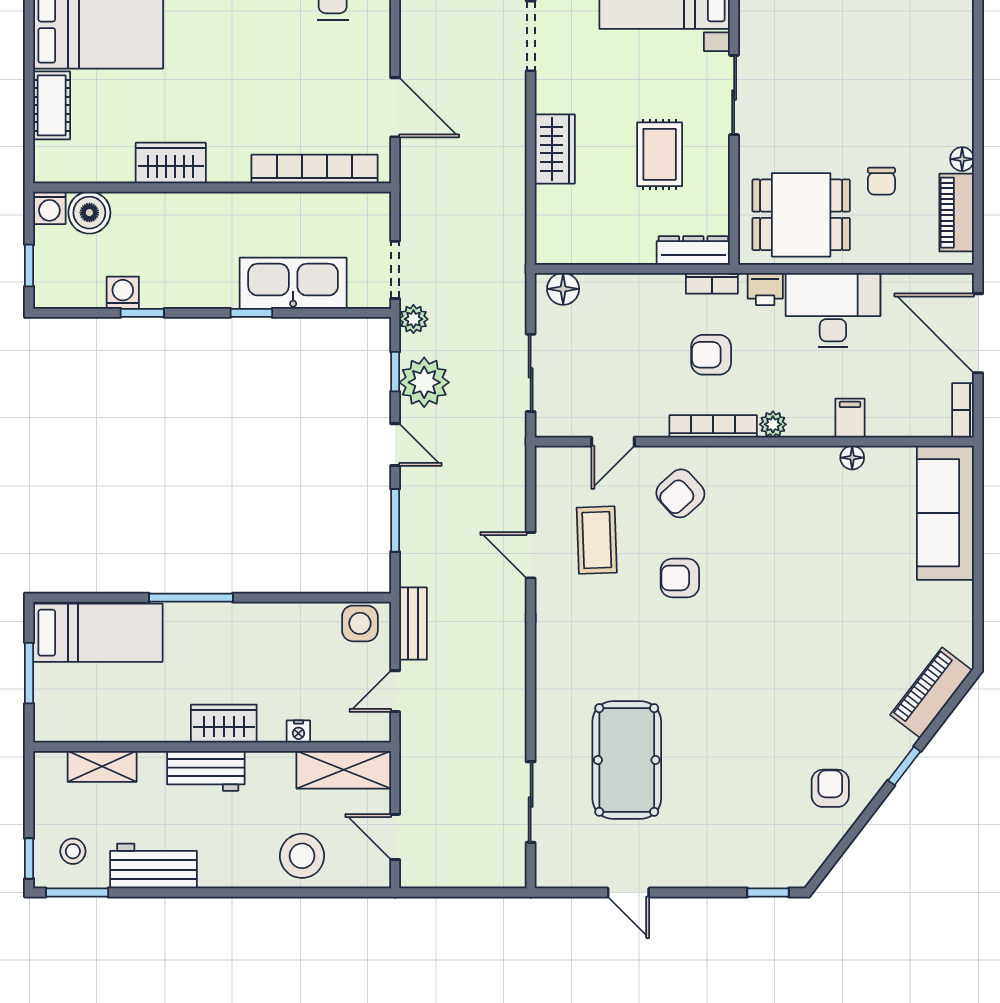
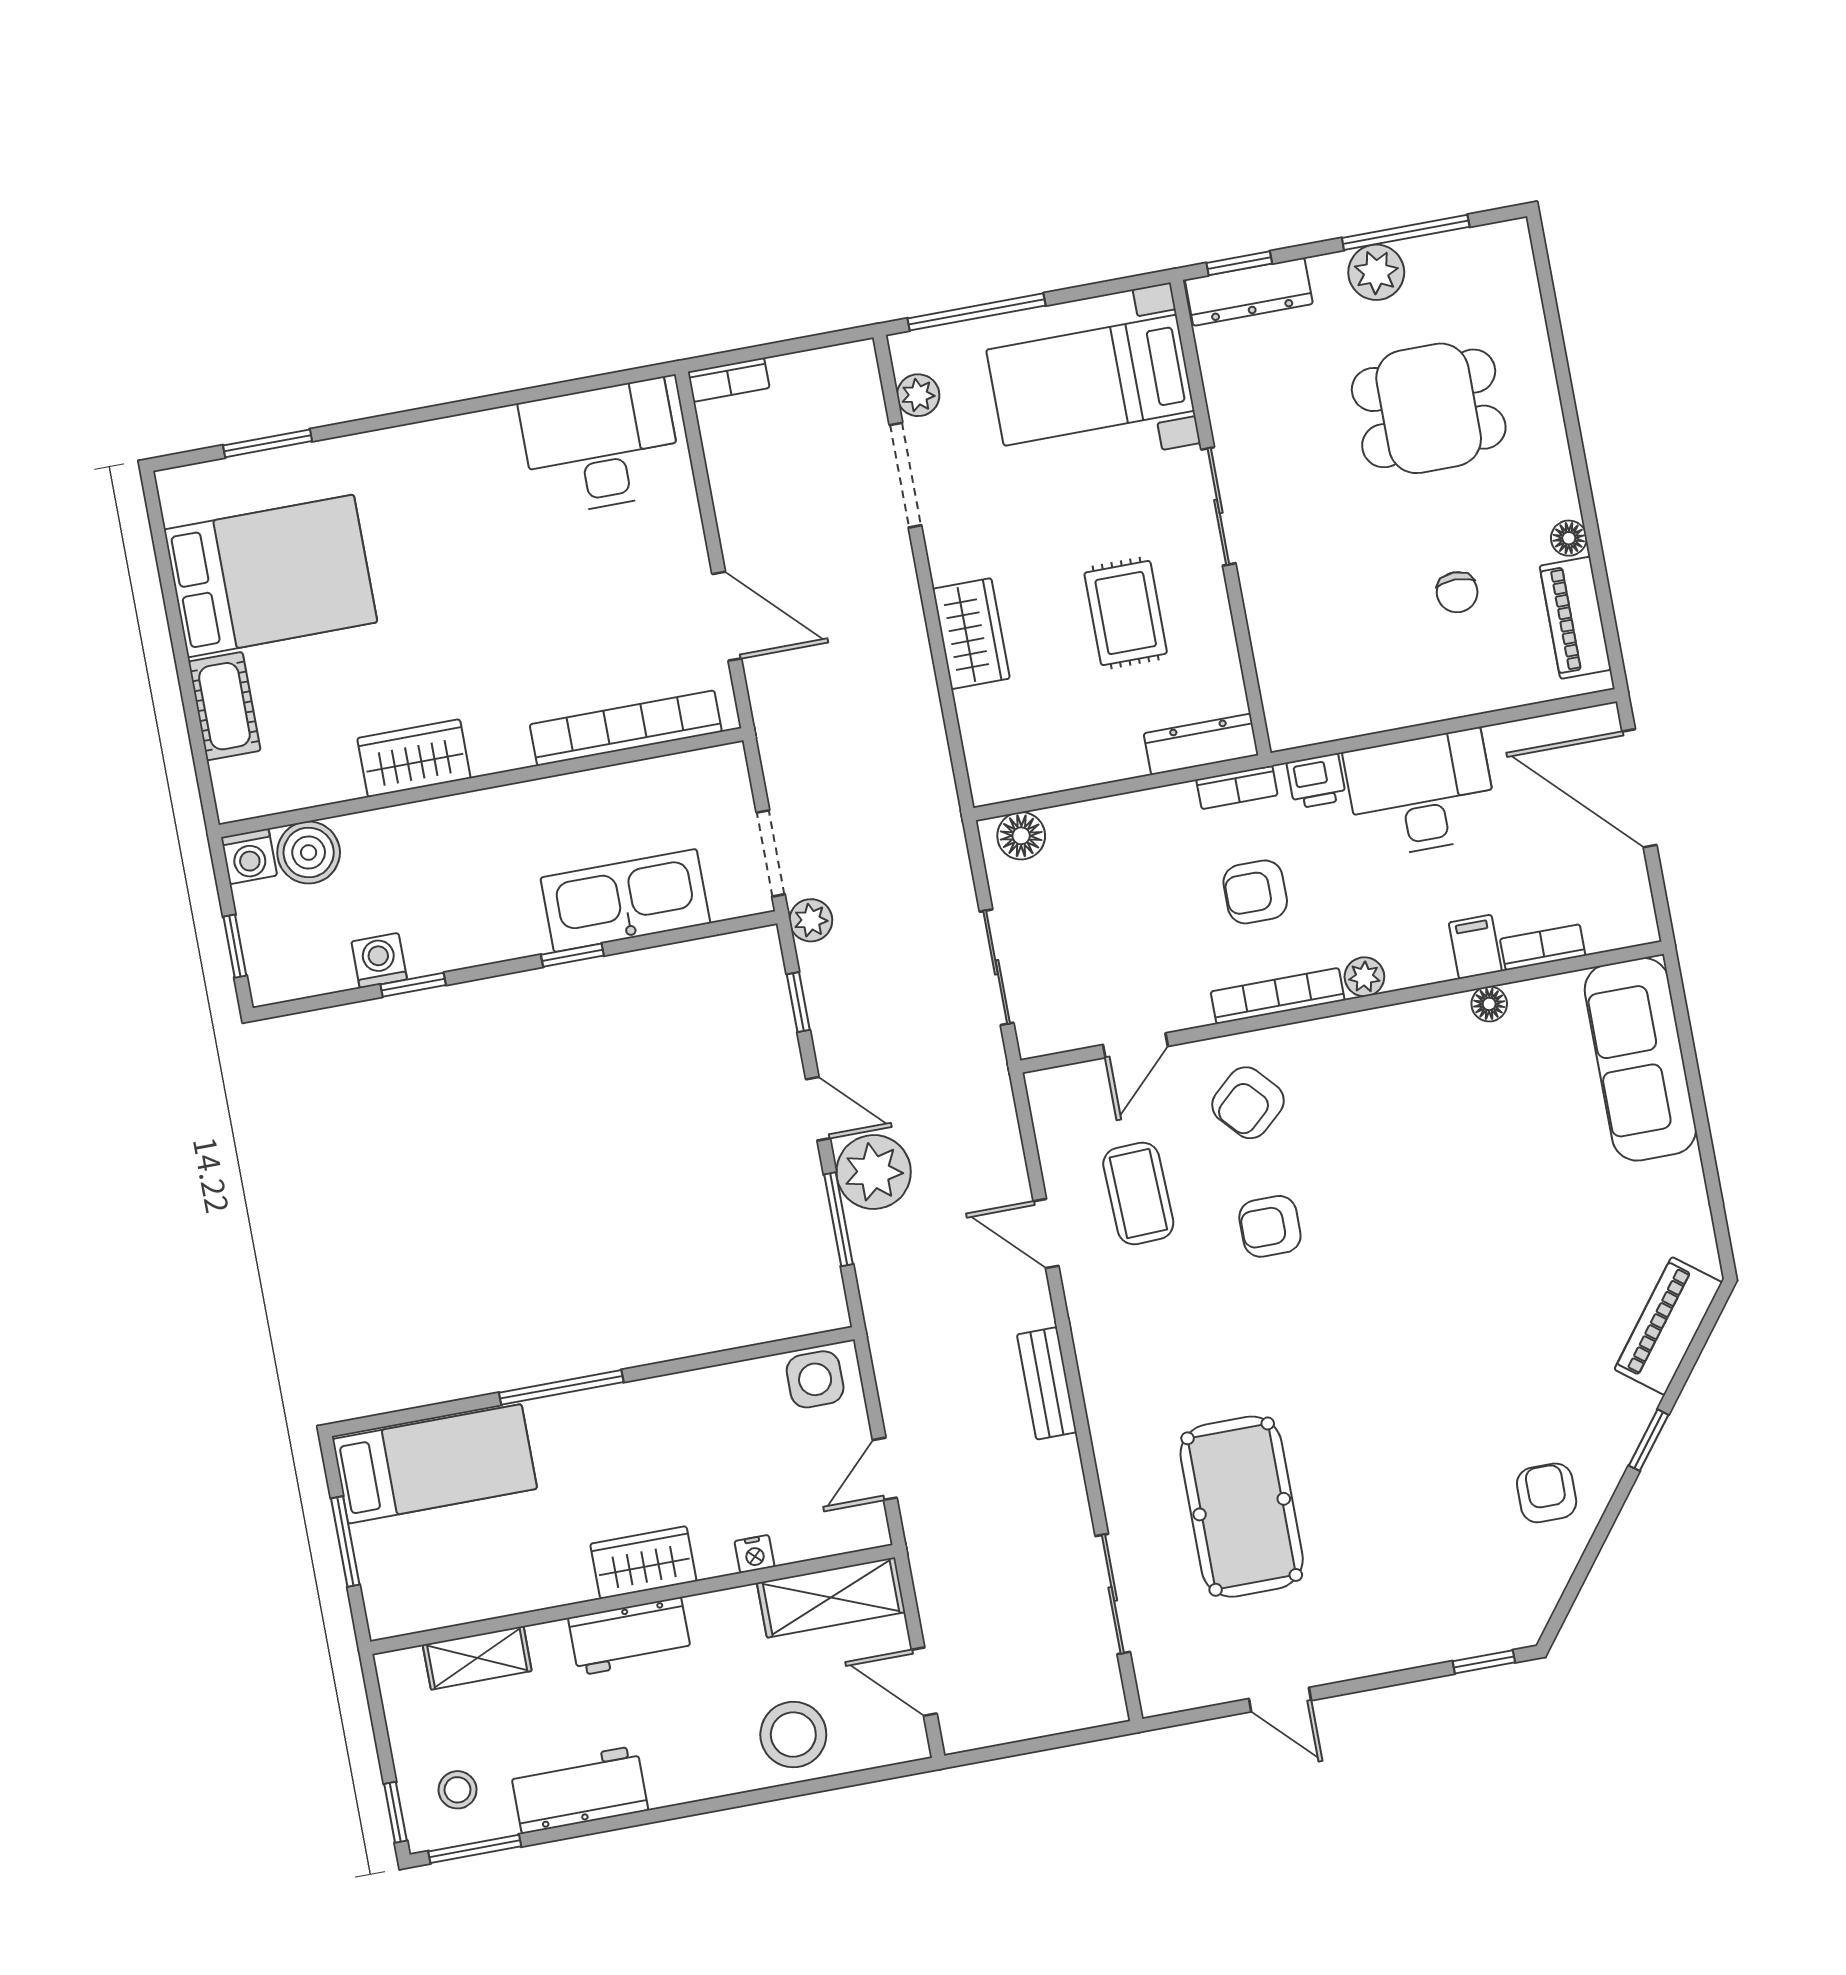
dining table: (801, 215) -> (1429, 408), moved
plant: (424, 382) -> (874, 1172), moved
bookcase: (963, 410) -> (1543, 947), moved, turned 90
bench: (413, 624) -> (1047, 1383), moved

